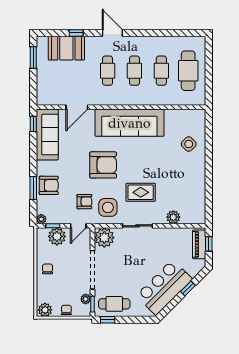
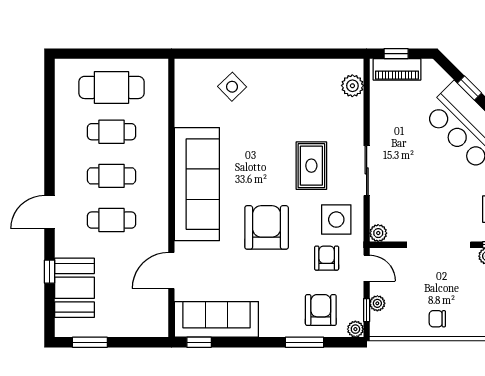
door: (77, 107) -> (171, 270), swing flipped
armchair: (49, 185) -> (321, 310), moved
plant: (173, 217) -> (352, 86), moved
plant: (57, 236) -> (377, 303), width x0.53, depth x0.53
plant: (104, 238) -> (378, 233), width x0.53, depth x0.53

